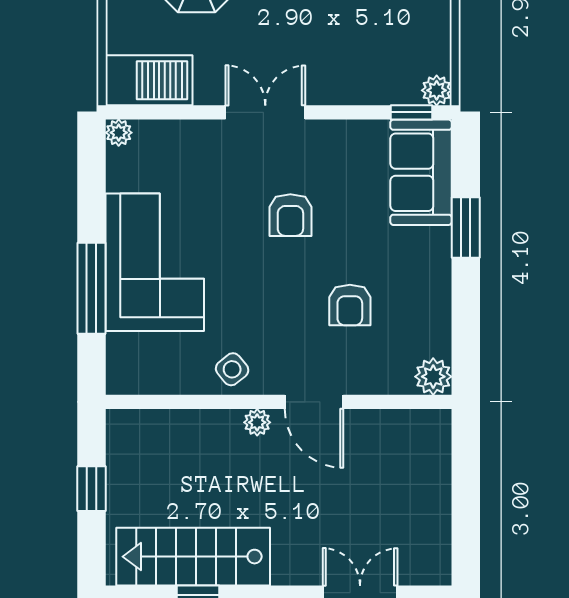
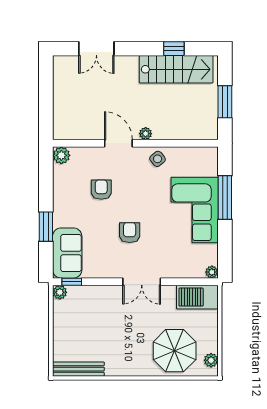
window: (91, 489) -> (225, 102), width x1.50

